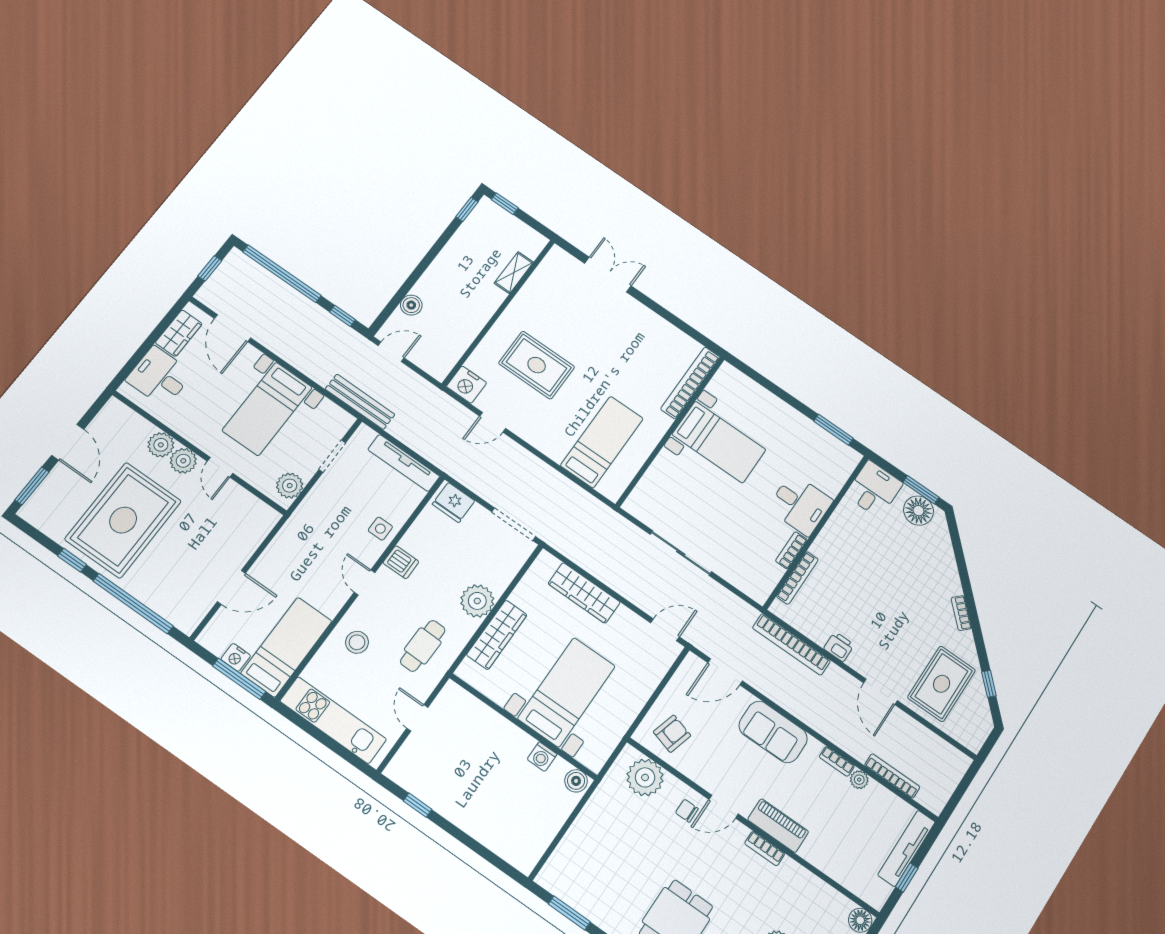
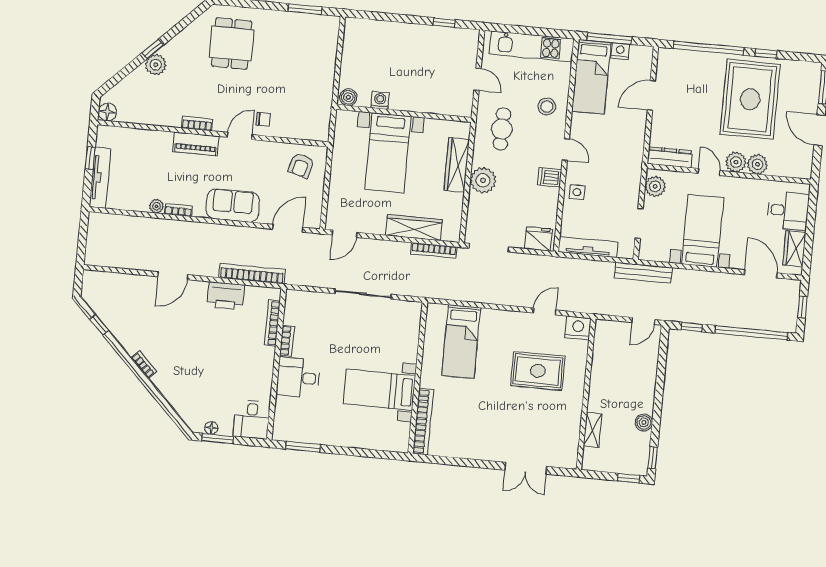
boiler: (411, 305) -> (644, 422), moved
dresser: (254, 508) -> (670, 157), added
floor lamp: (919, 511) -> (211, 428), width x0.53, depth x0.53
printer: (839, 647) -> (226, 296), width x1.87, depth x1.48
rug: (942, 684) -> (133, 306), removed
door: (880, 692) -> (173, 276), swing flipped
bookcase: (892, 776) -> (434, 250), moved
plant: (645, 777) -> (303, 126), removed

